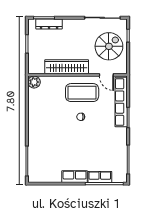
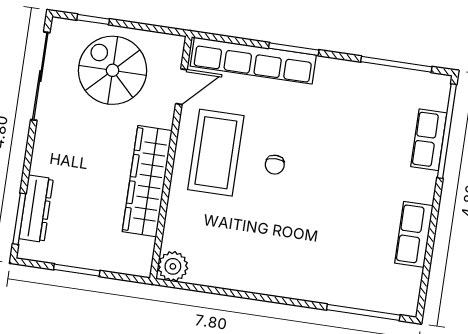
row of seats: (75, 177) -> (414, 234), moved

